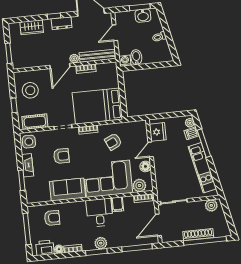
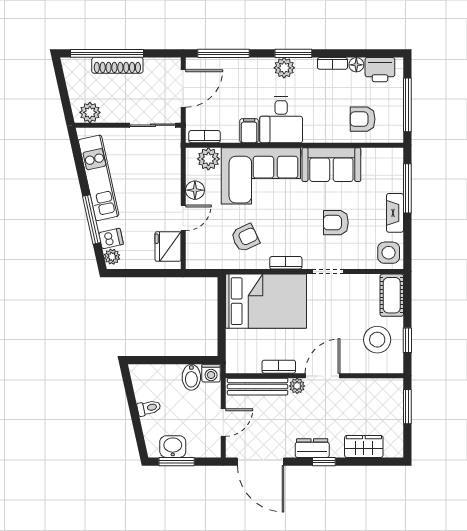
window: (14, 105) -> (407, 340), moved
cot: (35, 122) -> (392, 295), moved, turned 90
window: (22, 180) -> (407, 188), width x1.44

